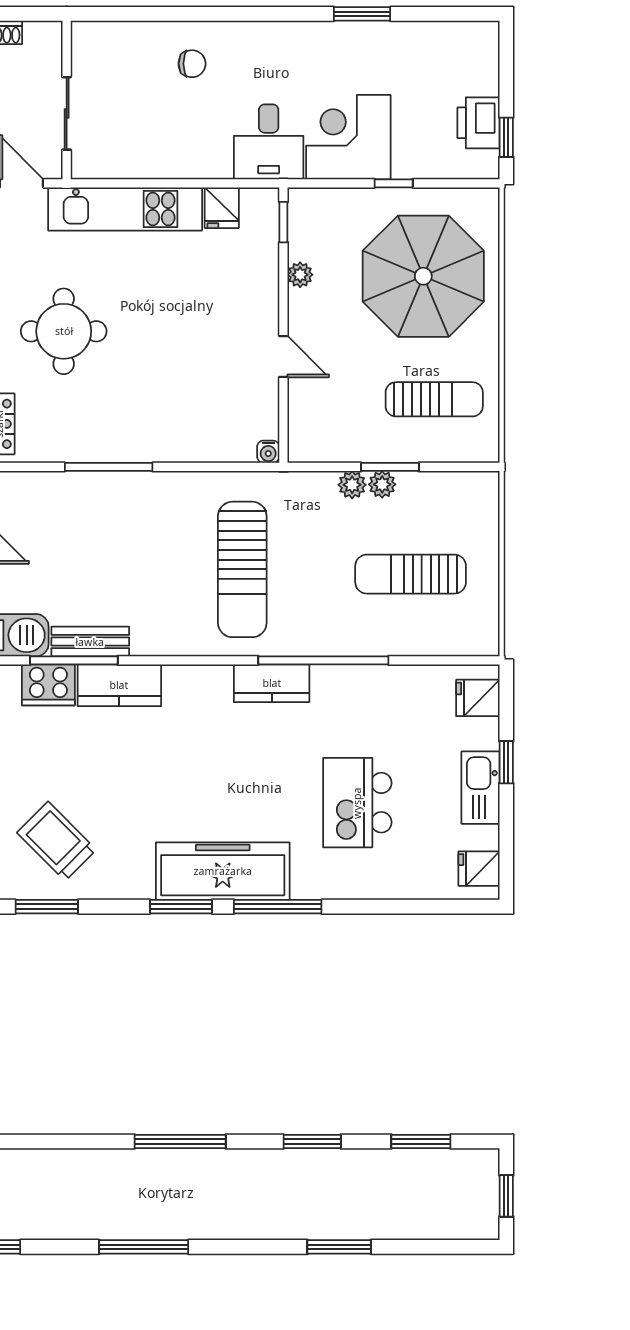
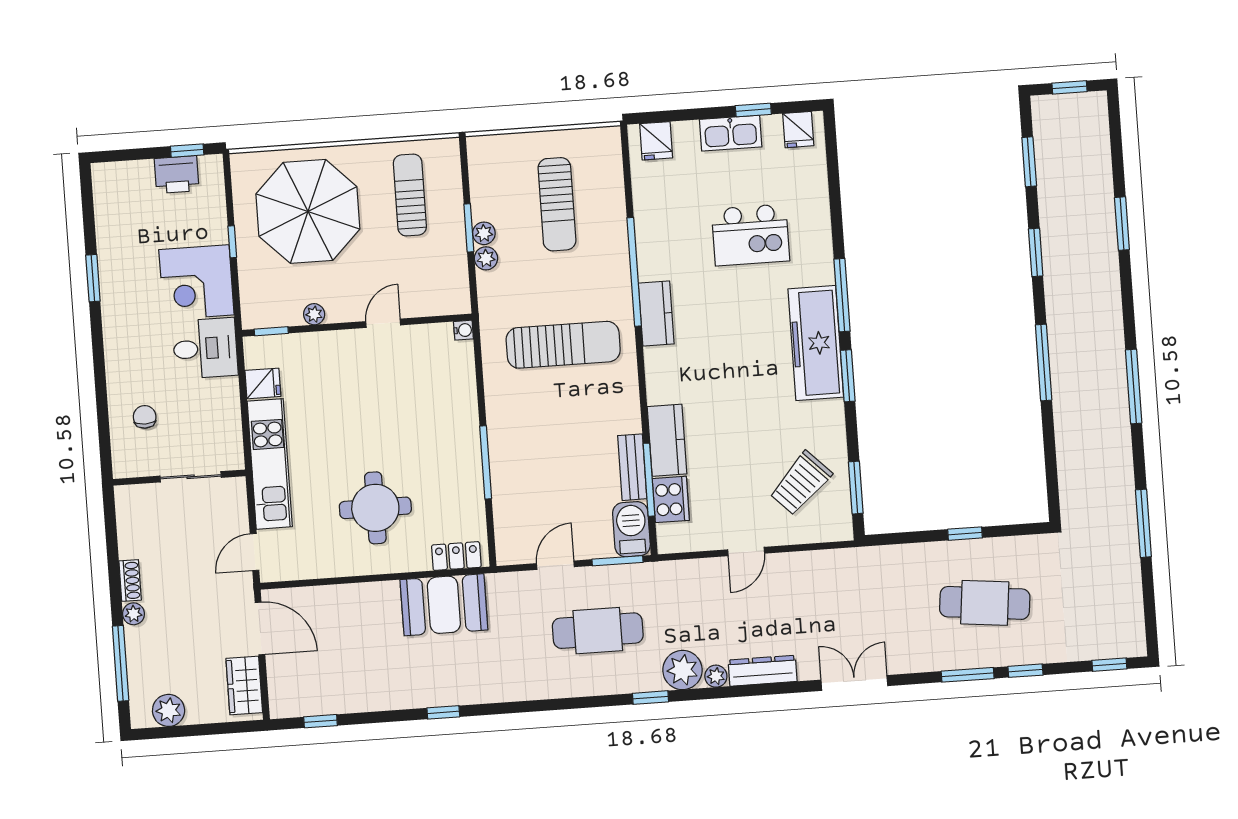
wall: (67, 100) -> (179, 478), moved
sliding door: (67, 113) -> (191, 477), moved
window: (506, 762) -> (753, 110), moved

